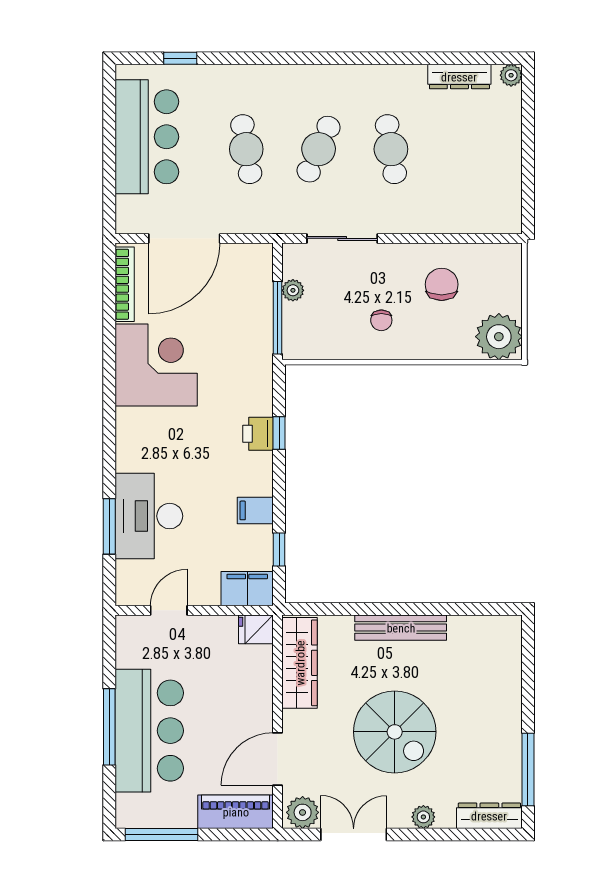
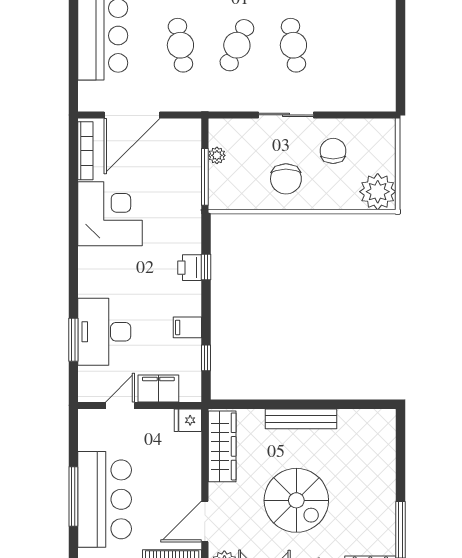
sliding door: (342, 238) -> (286, 115), moved
chair: (381, 320) -> (286, 179), width x1.87, depth x1.87
filing cabinet: (247, 589) -> (158, 388), moved

